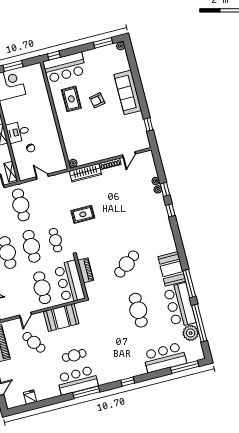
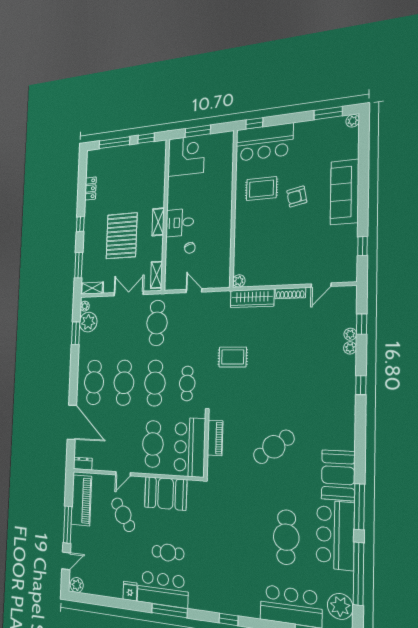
rug: (71, 99) -> (261, 189), turned 90
window: (165, 189) -> (362, 324), moved
cafe table: (138, 310) -> (286, 537), moved
plant: (191, 333) -> (340, 606), moved
fridge: (30, 397) -> (130, 591), moved
plant: (12, 403) -> (77, 585), added

